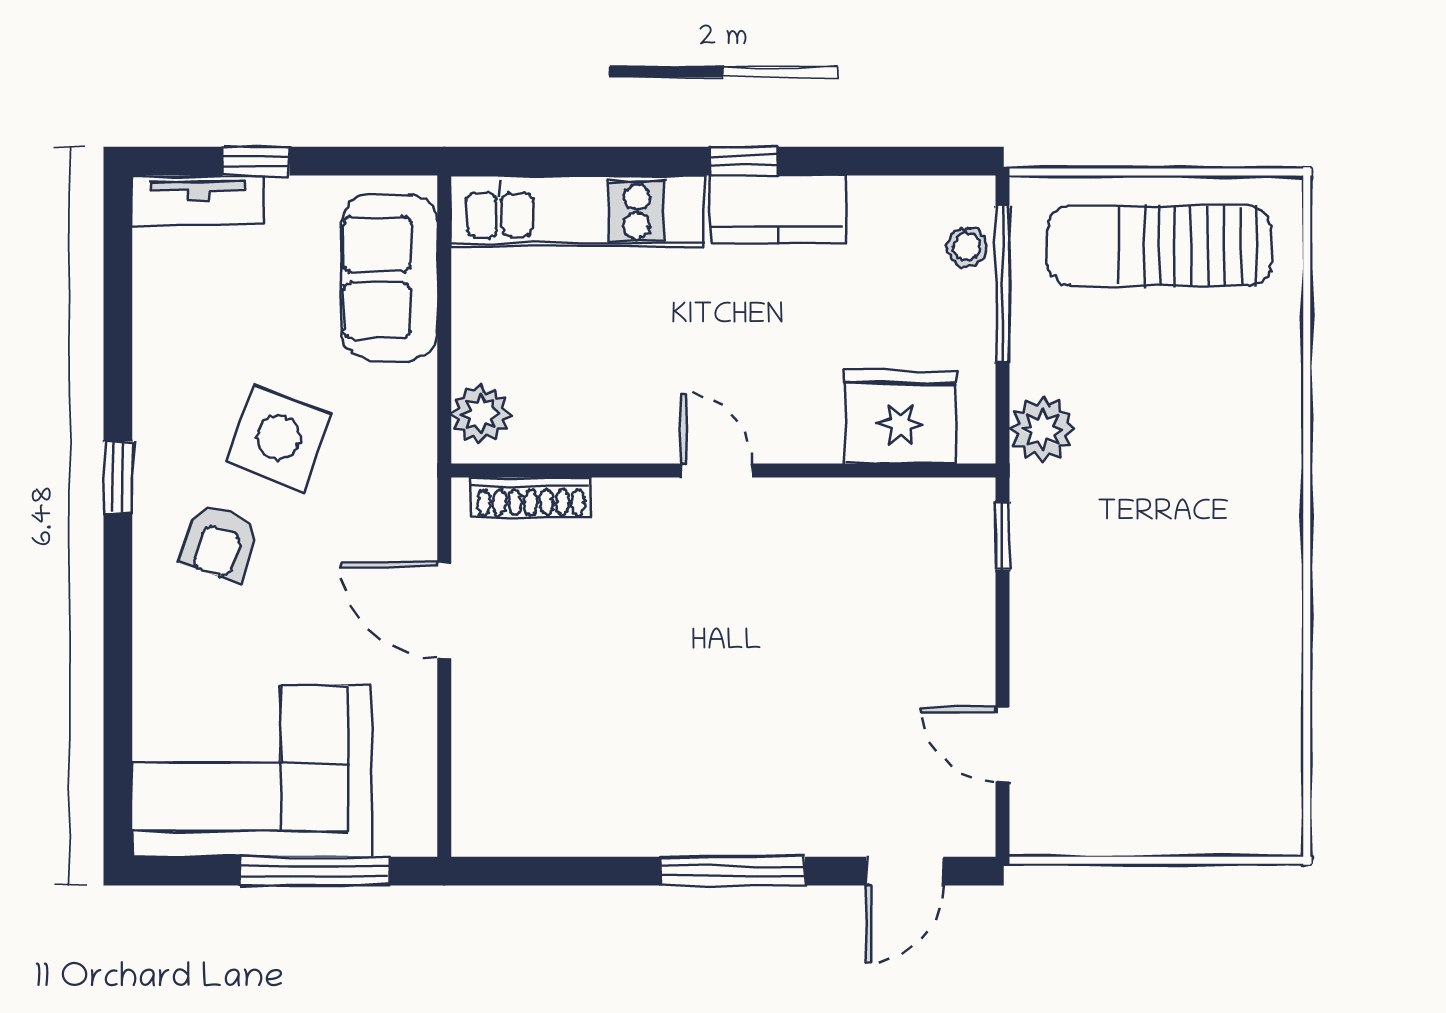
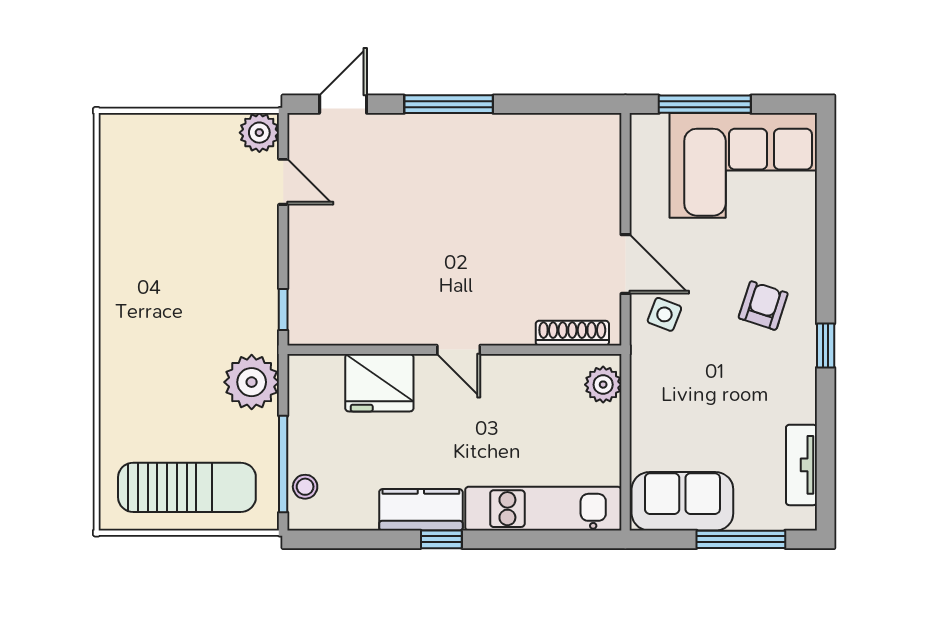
window: (256, 161) -> (741, 539), width x2.17
tv unit: (198, 201) -> (801, 465), moved, turned -90
sofa: (390, 277) -> (682, 501), moved, turned -90
fridge: (900, 417) -> (379, 383), moved
plant: (1042, 430) -> (252, 382), width x1.36, depth x1.36
side table: (279, 437) -> (664, 314), moved, width x0.54, depth x0.54
plant: (1041, 825) -> (259, 133), added

